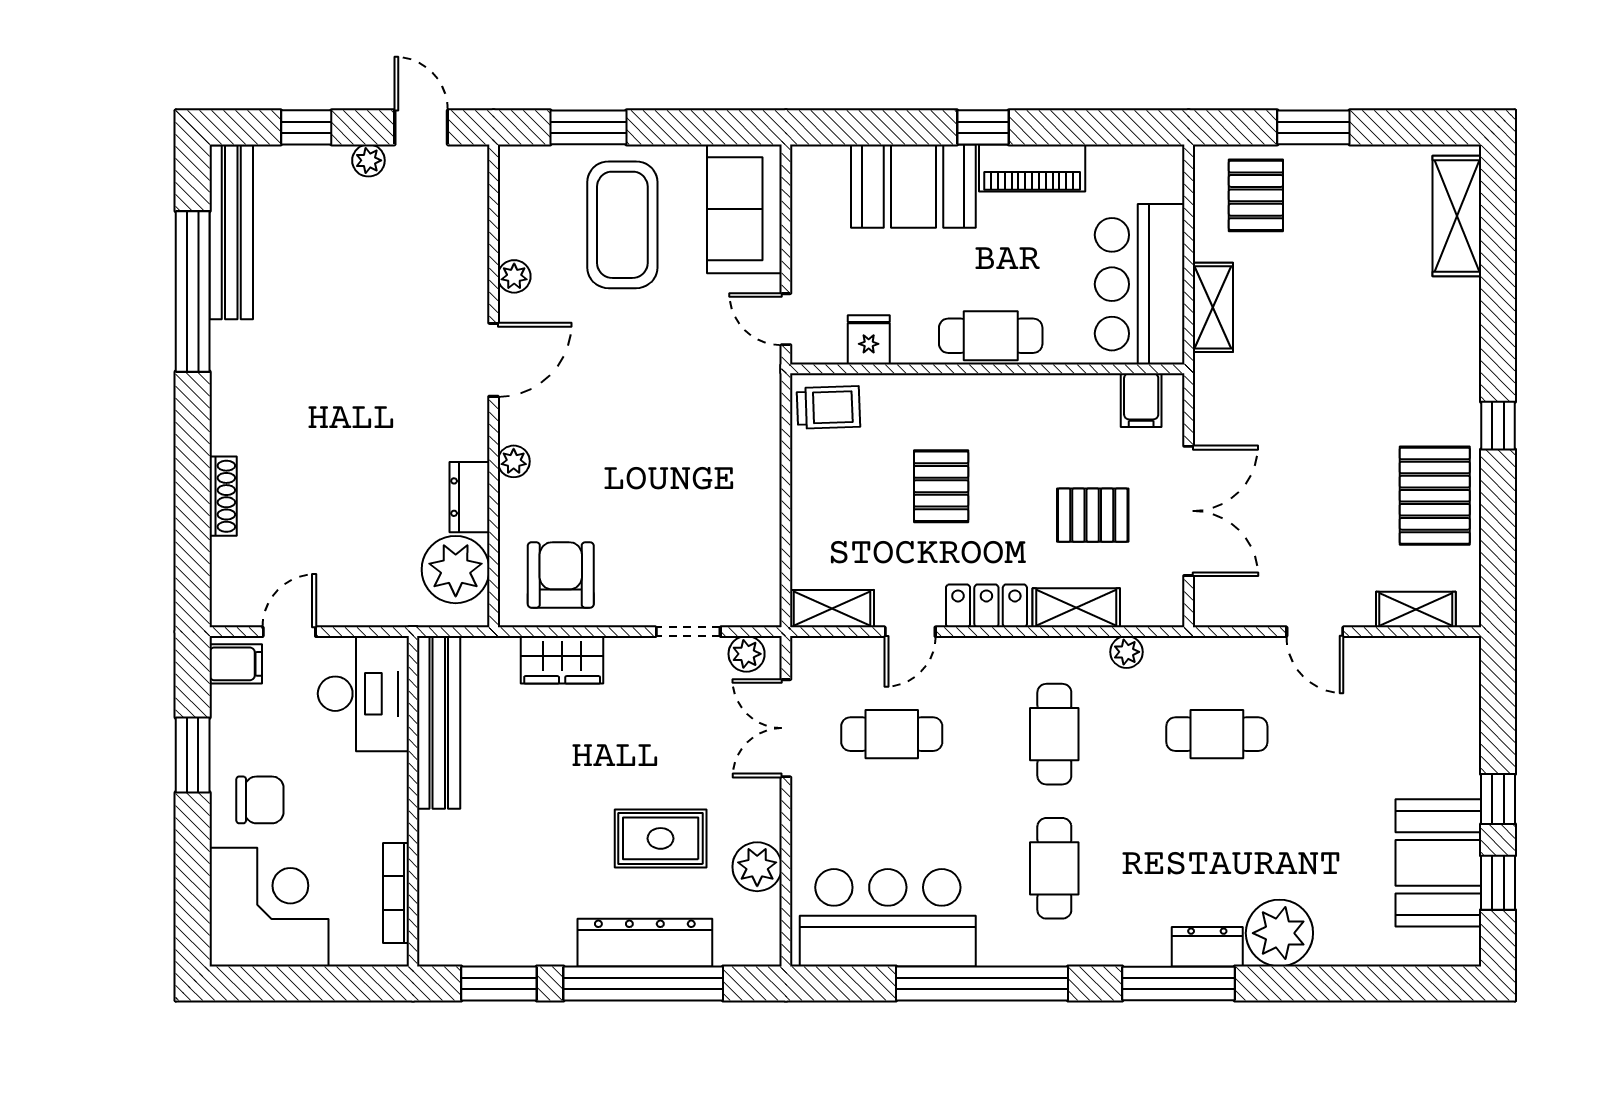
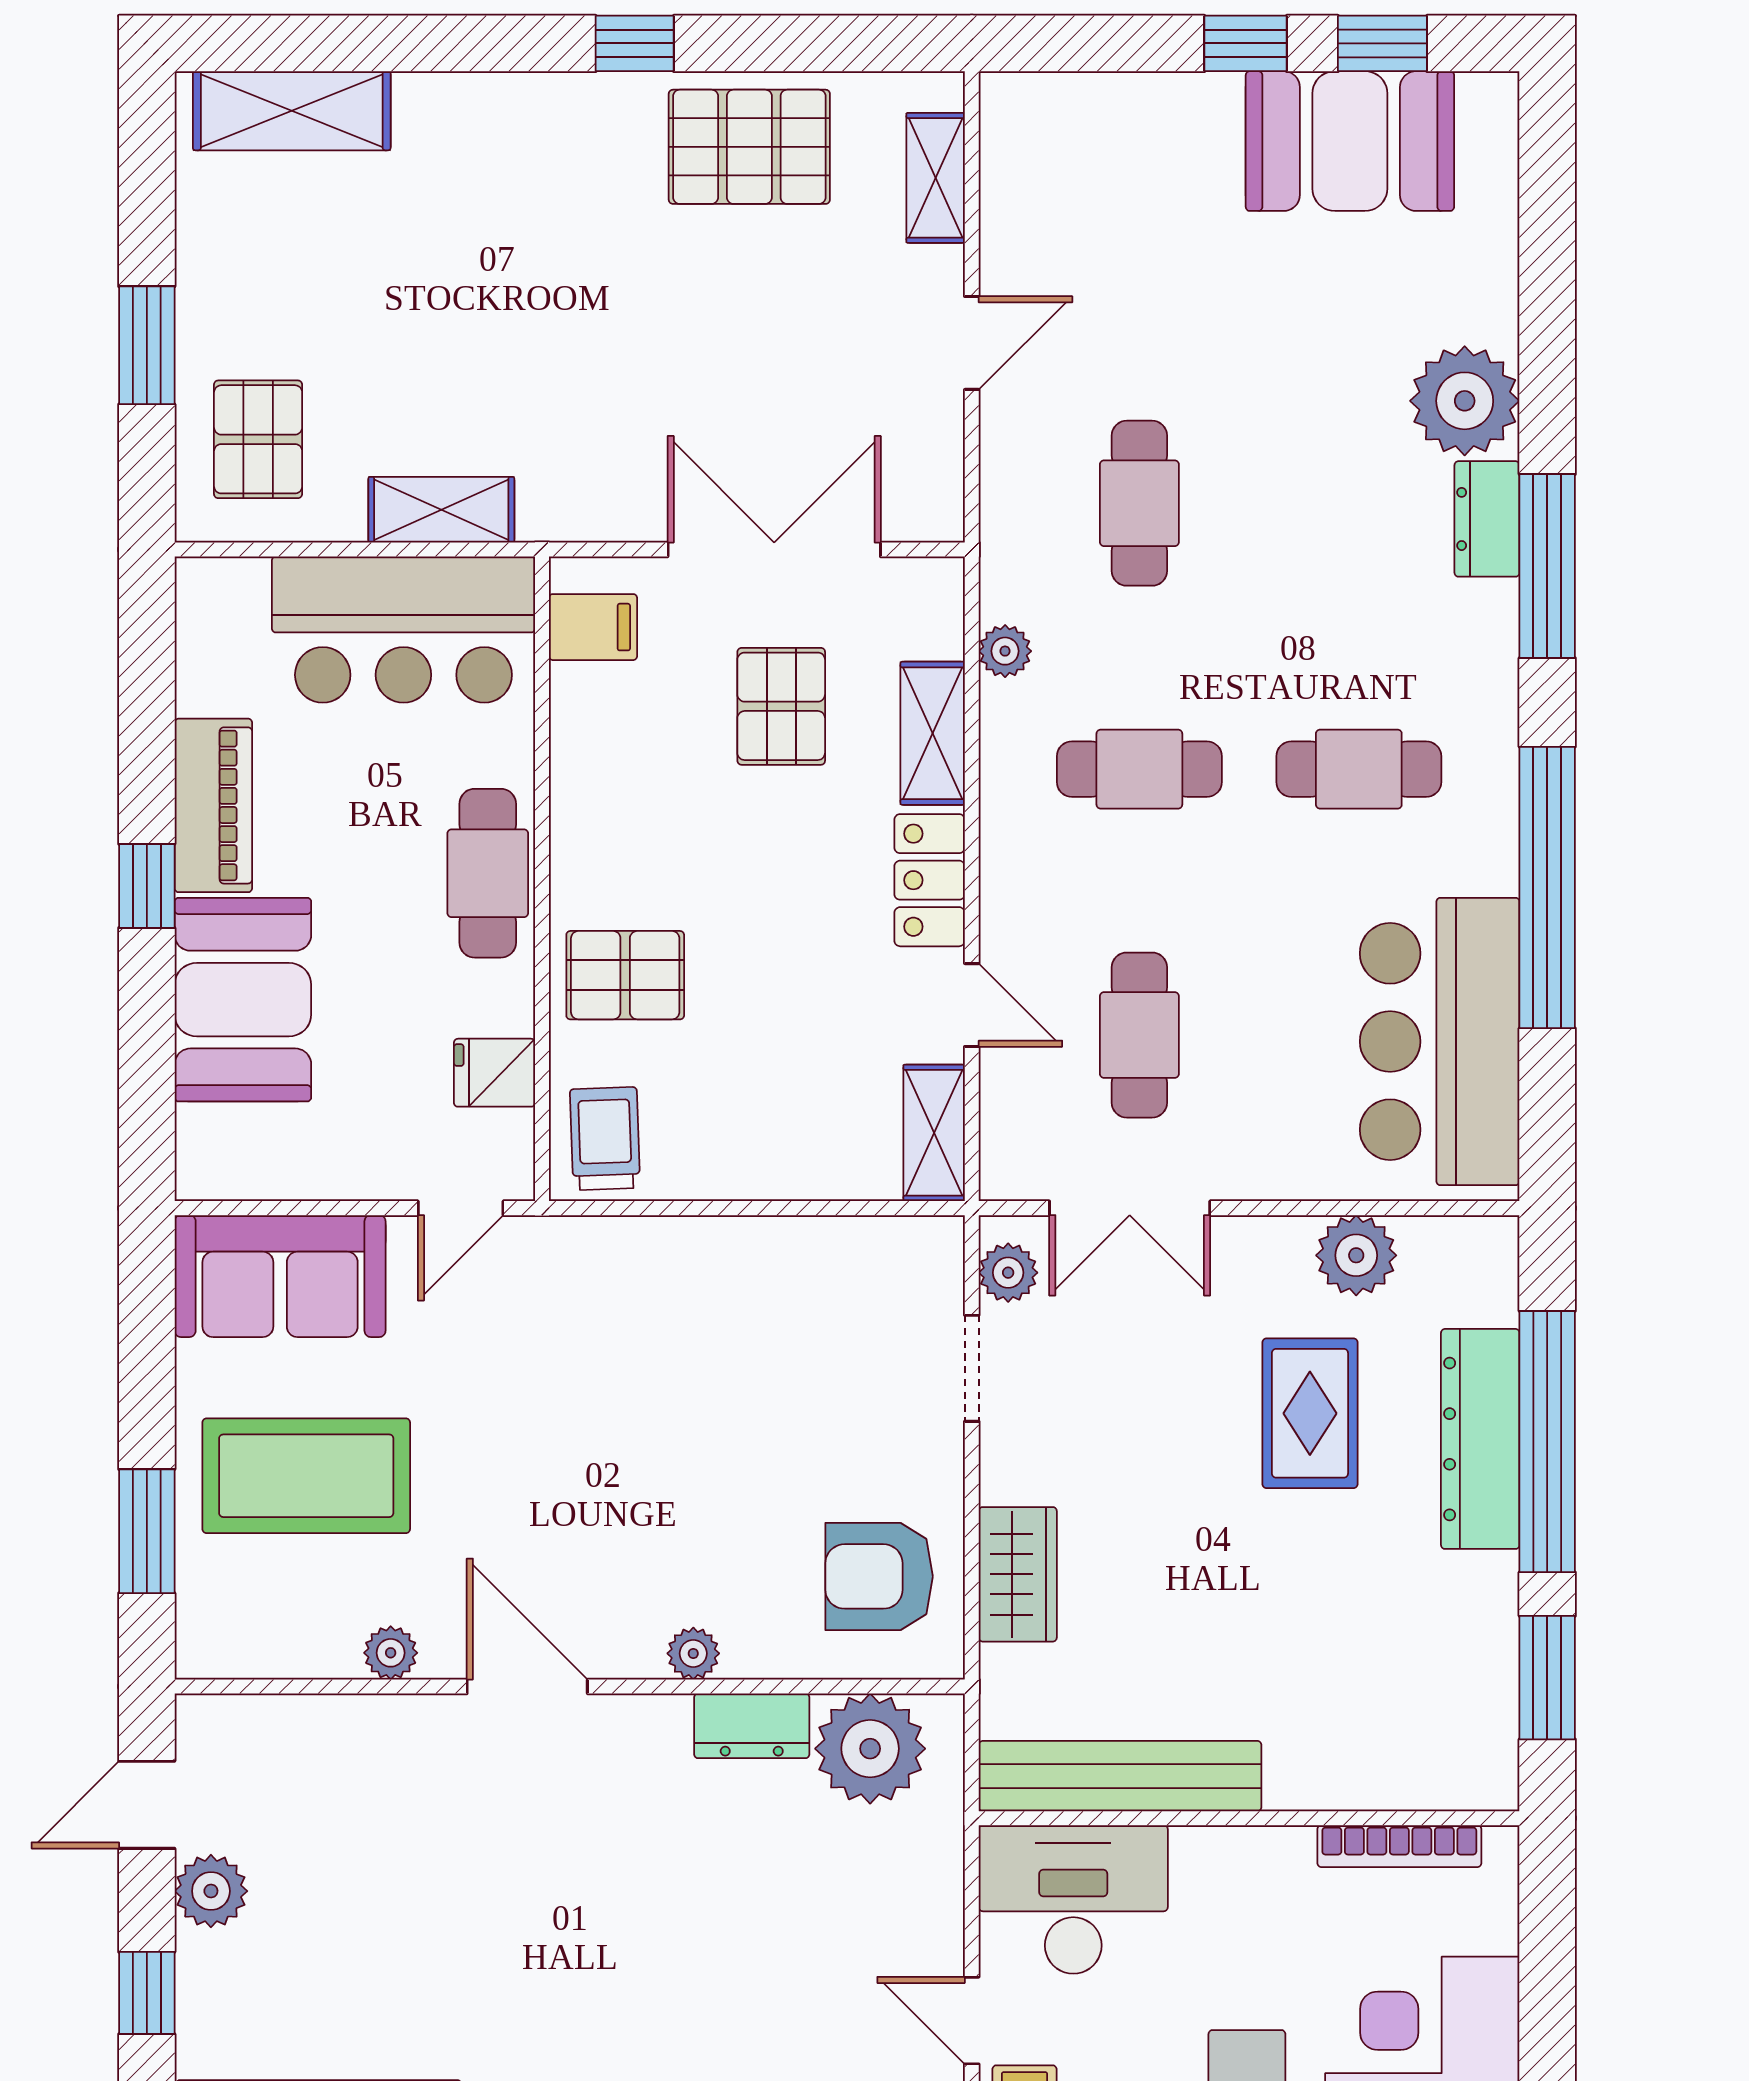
plant: (368, 160) -> (211, 1891), width x1.38, depth x1.38
pallet: (1256, 195) -> (258, 439), turned 90
pallet: (941, 486) -> (625, 975), moved

